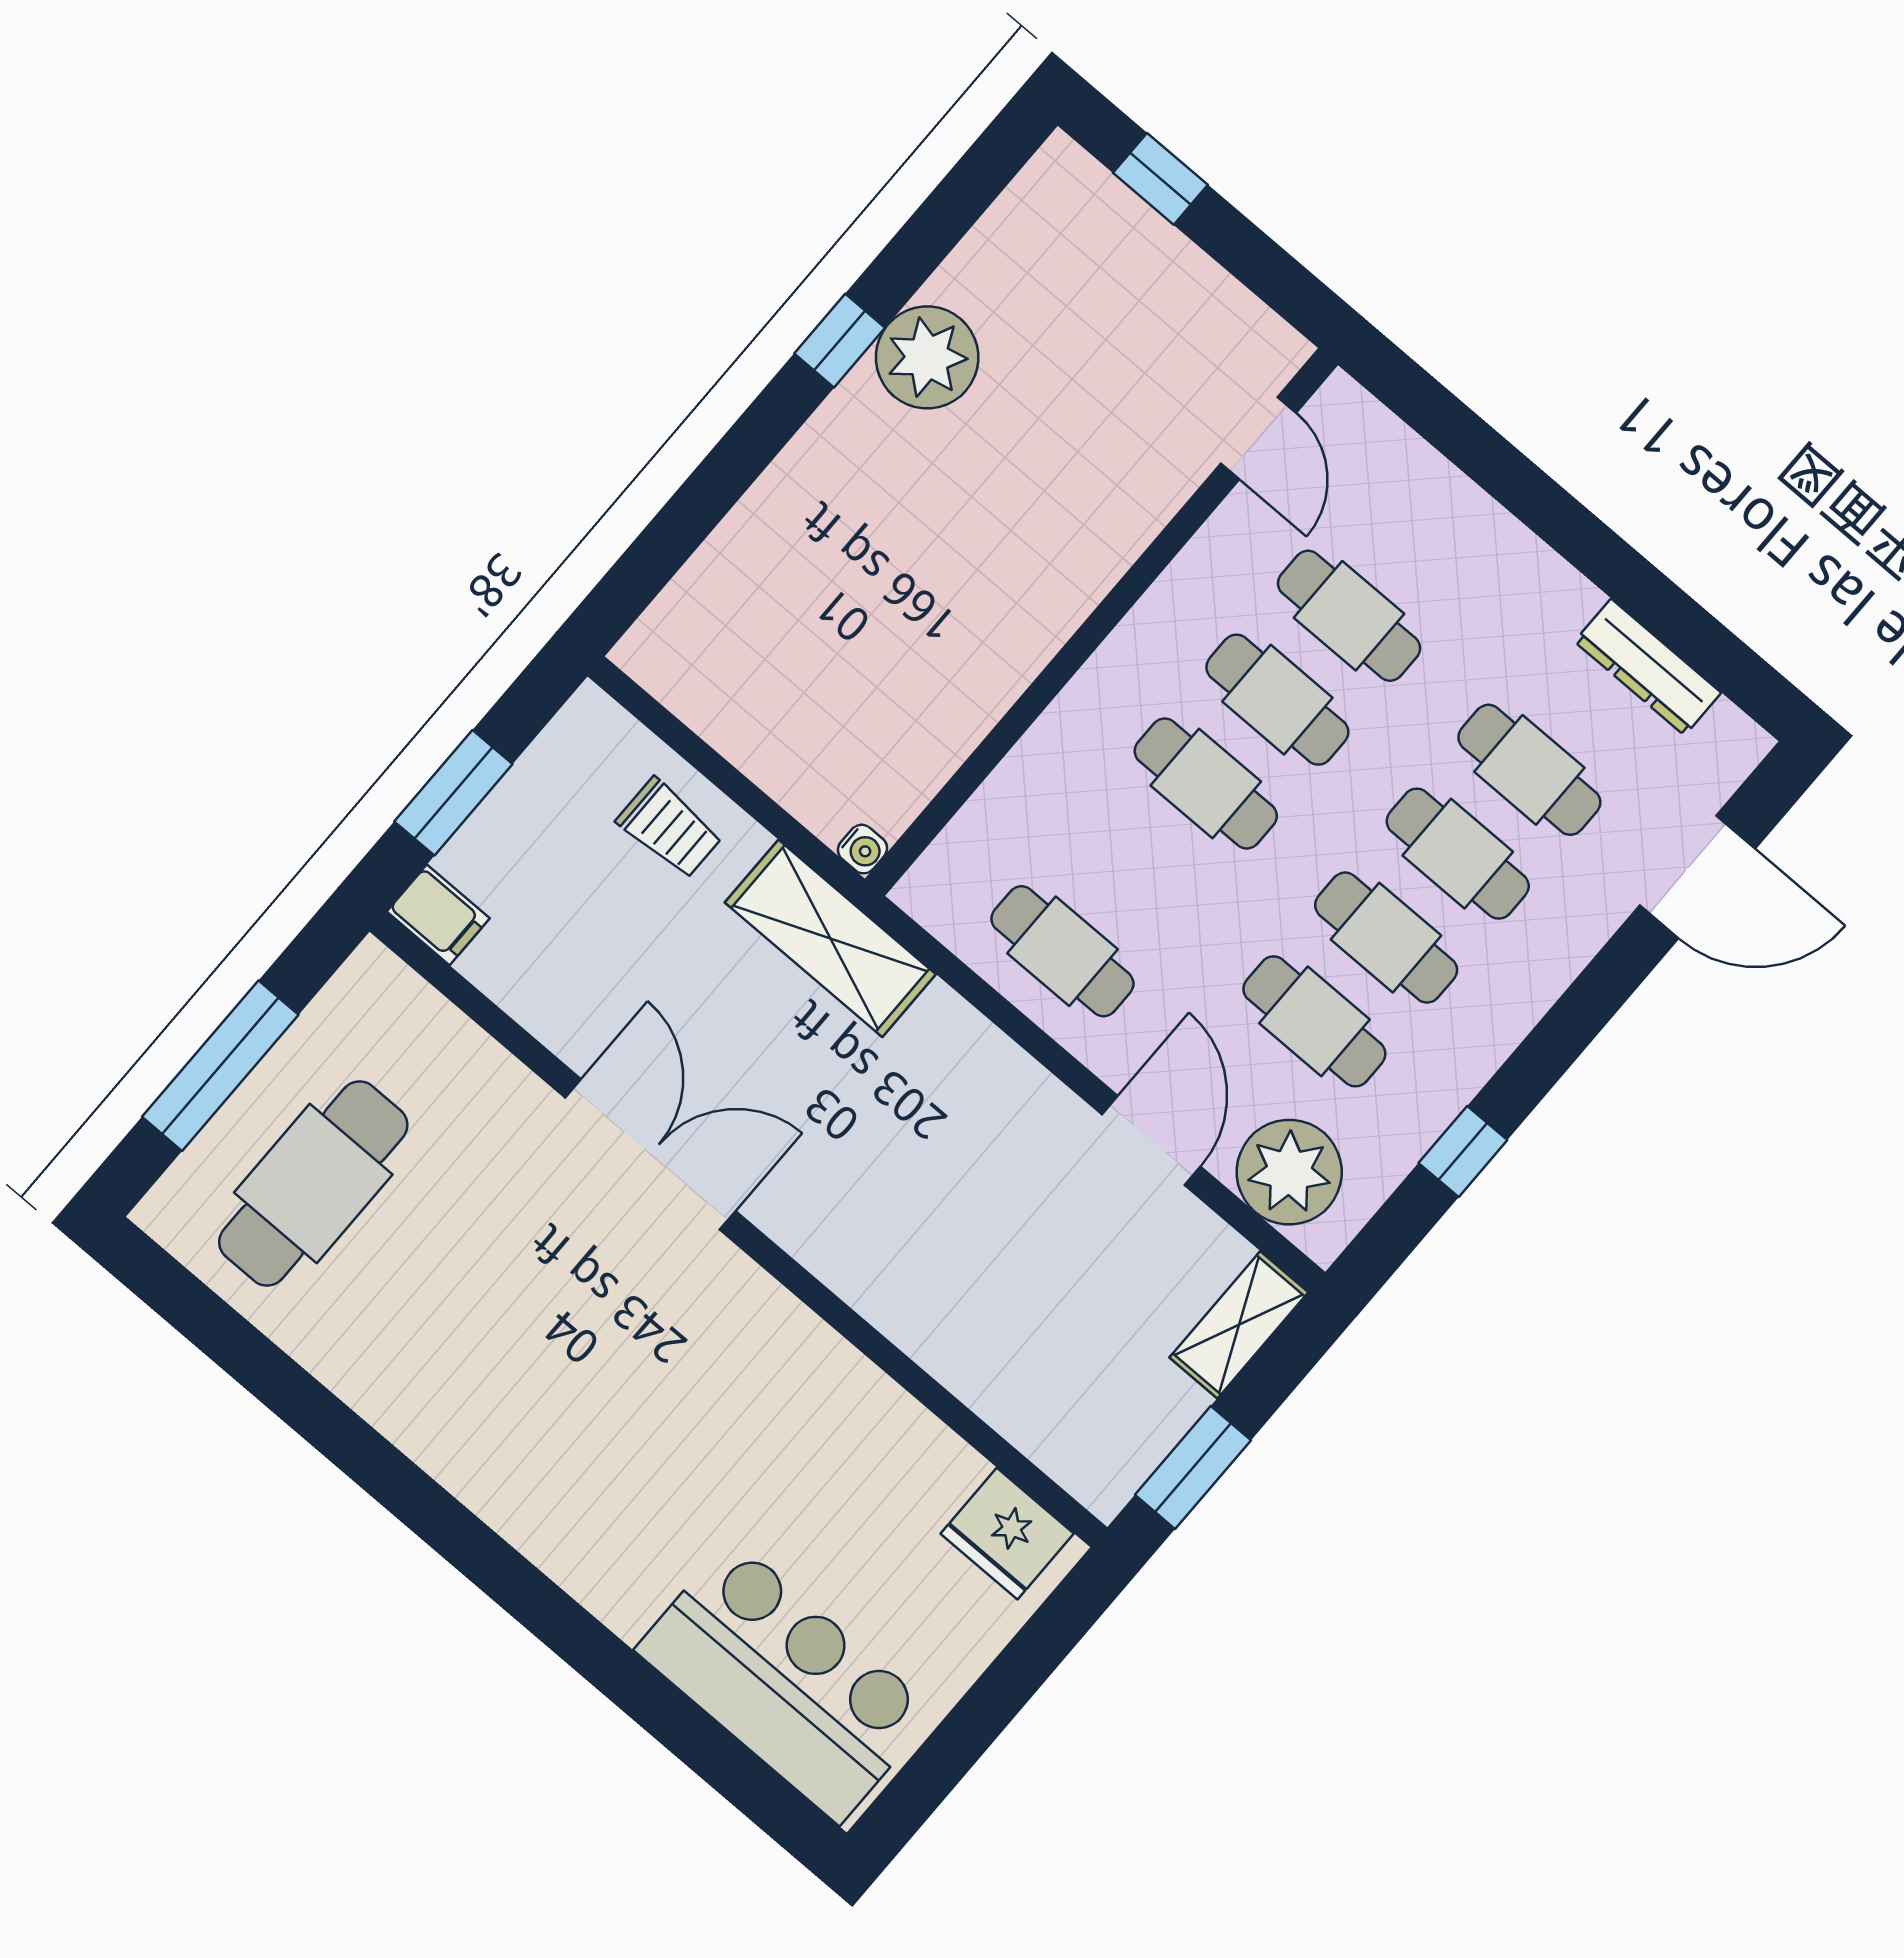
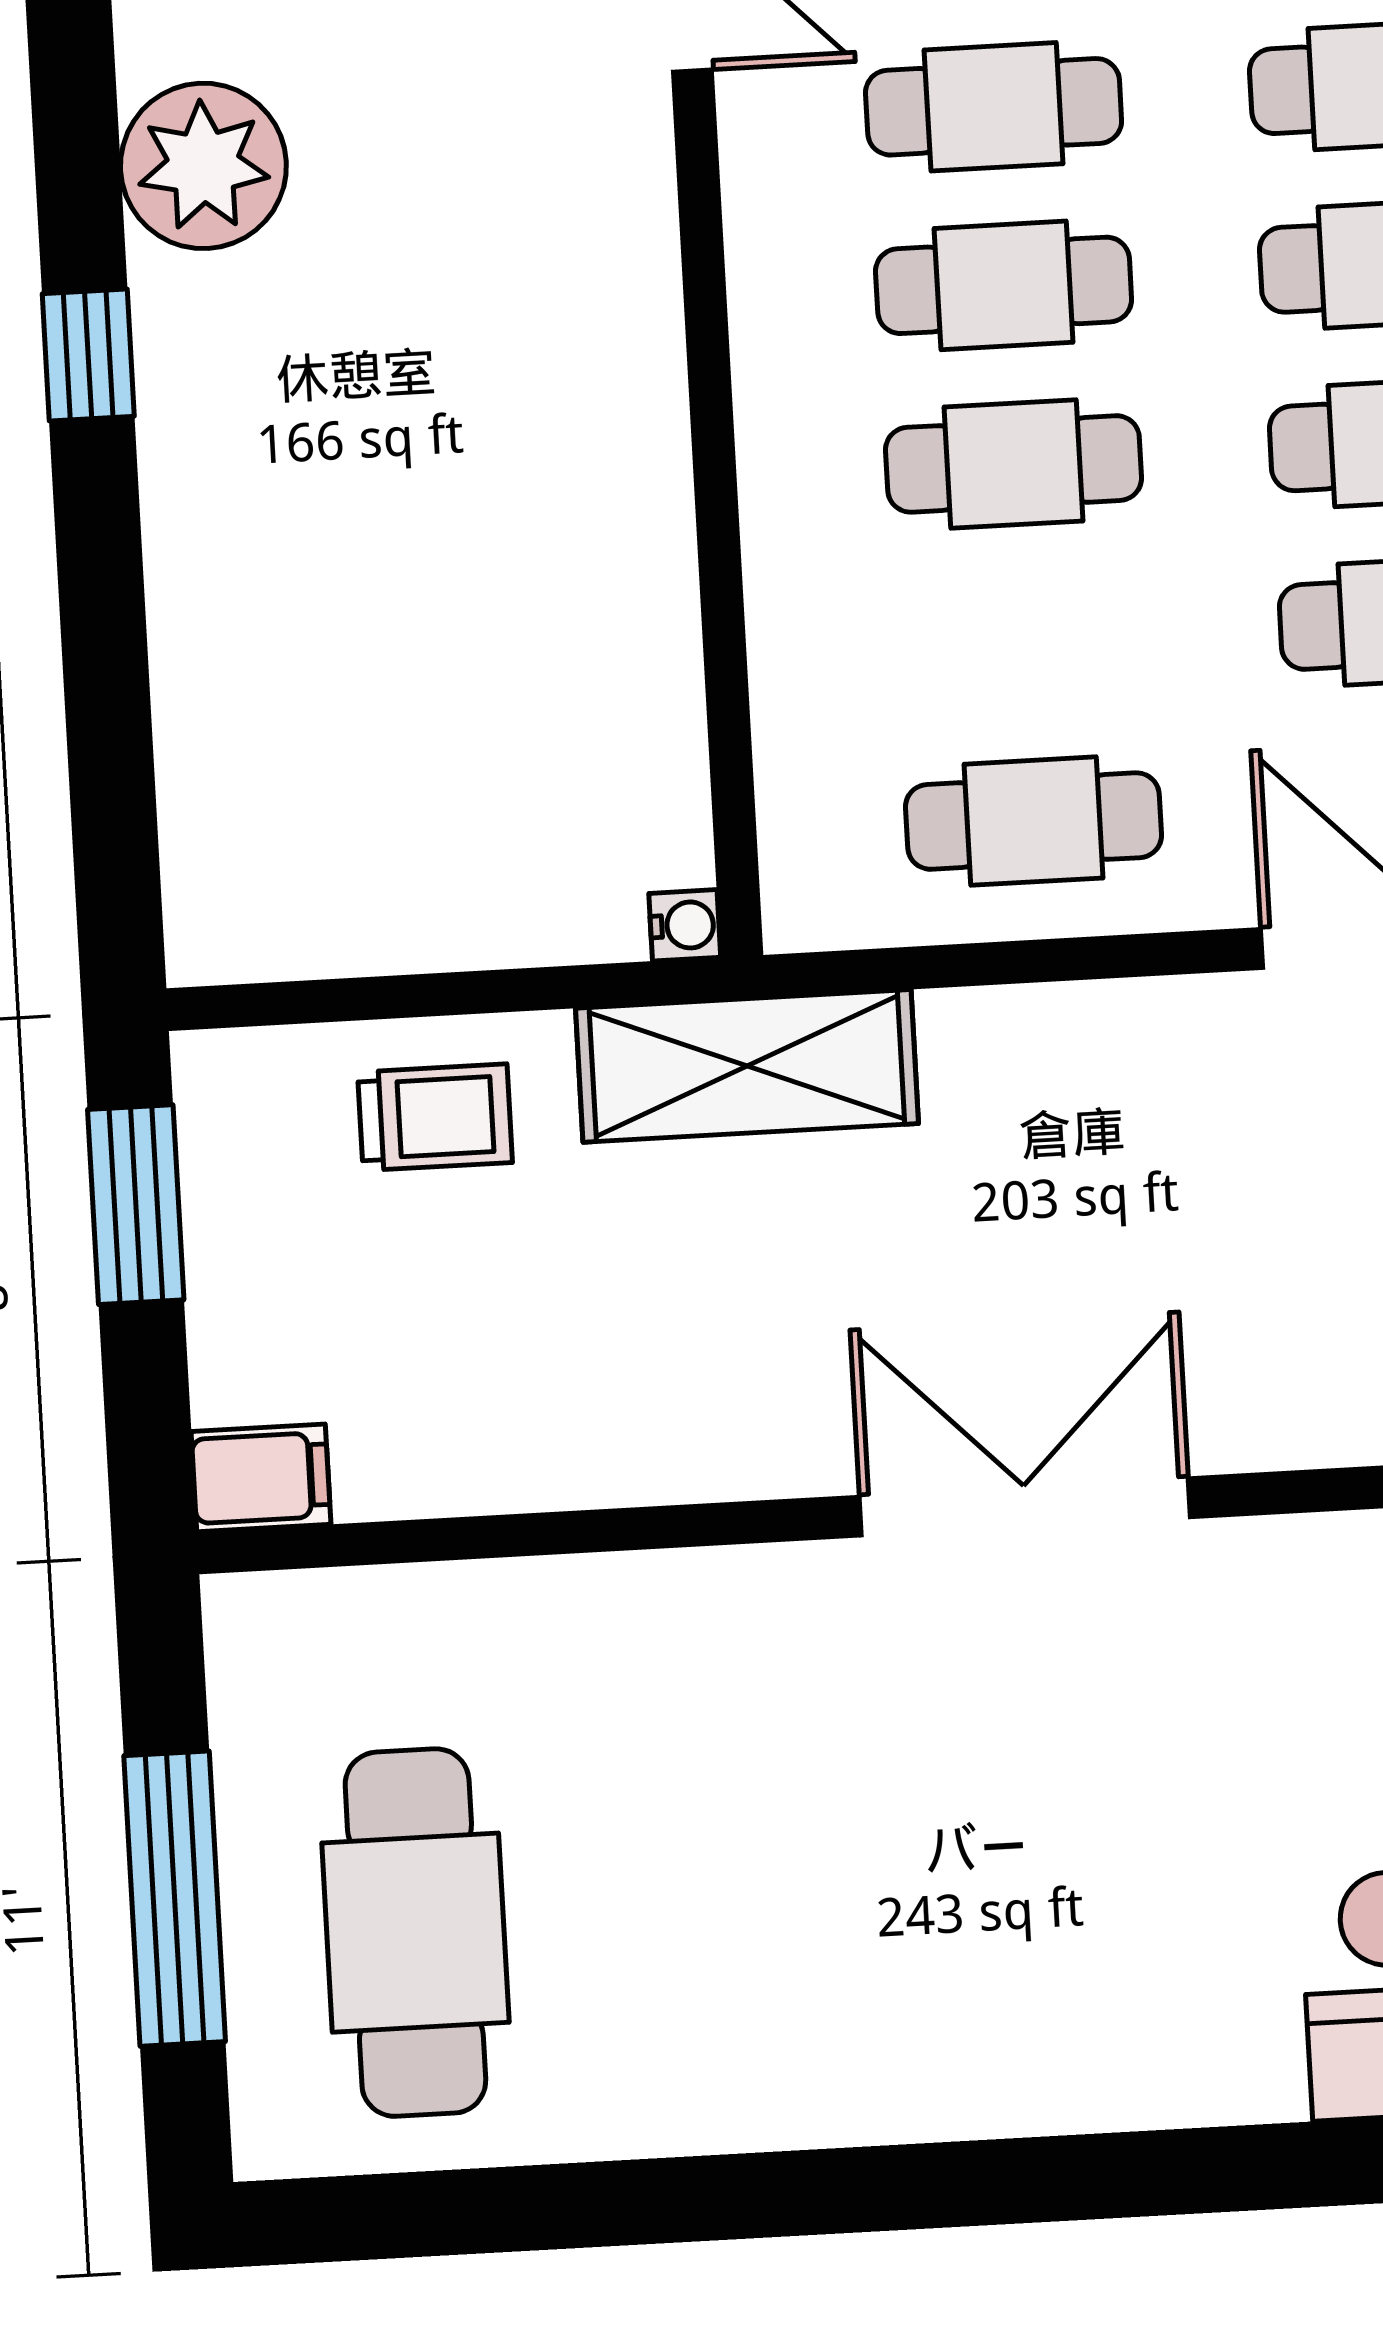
plant: (927, 357) -> (203, 166), moved
window: (453, 793) -> (136, 1205), moved
double door: (650, 1154) -> (1025, 1507), moved

